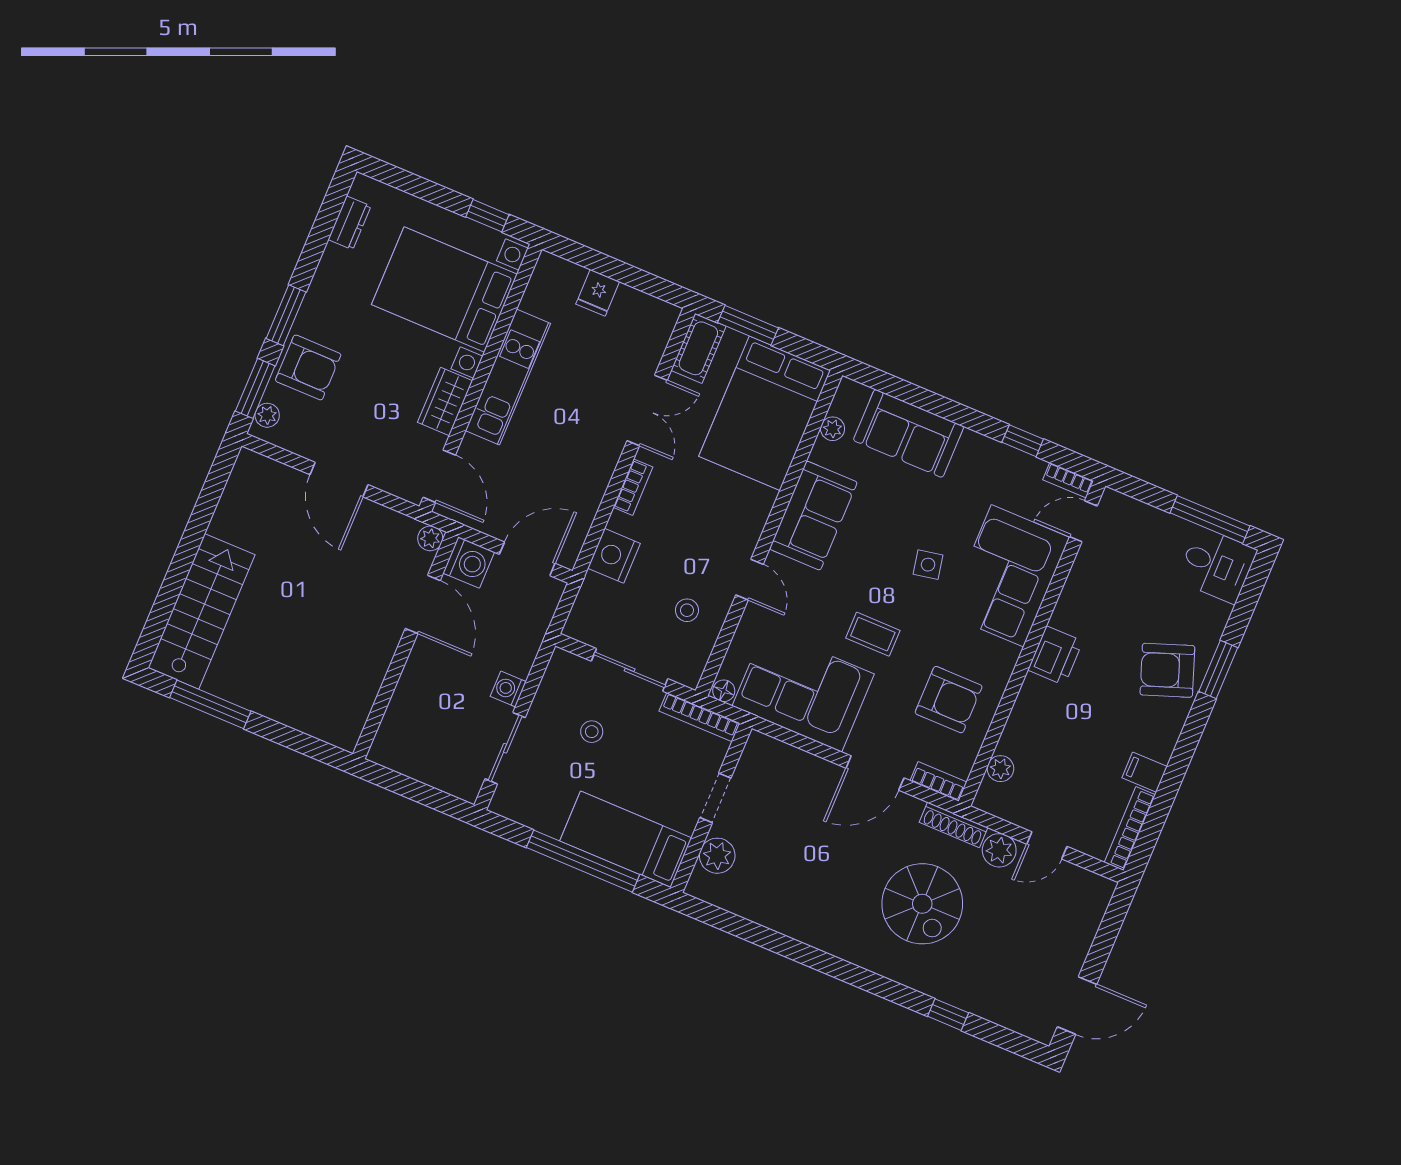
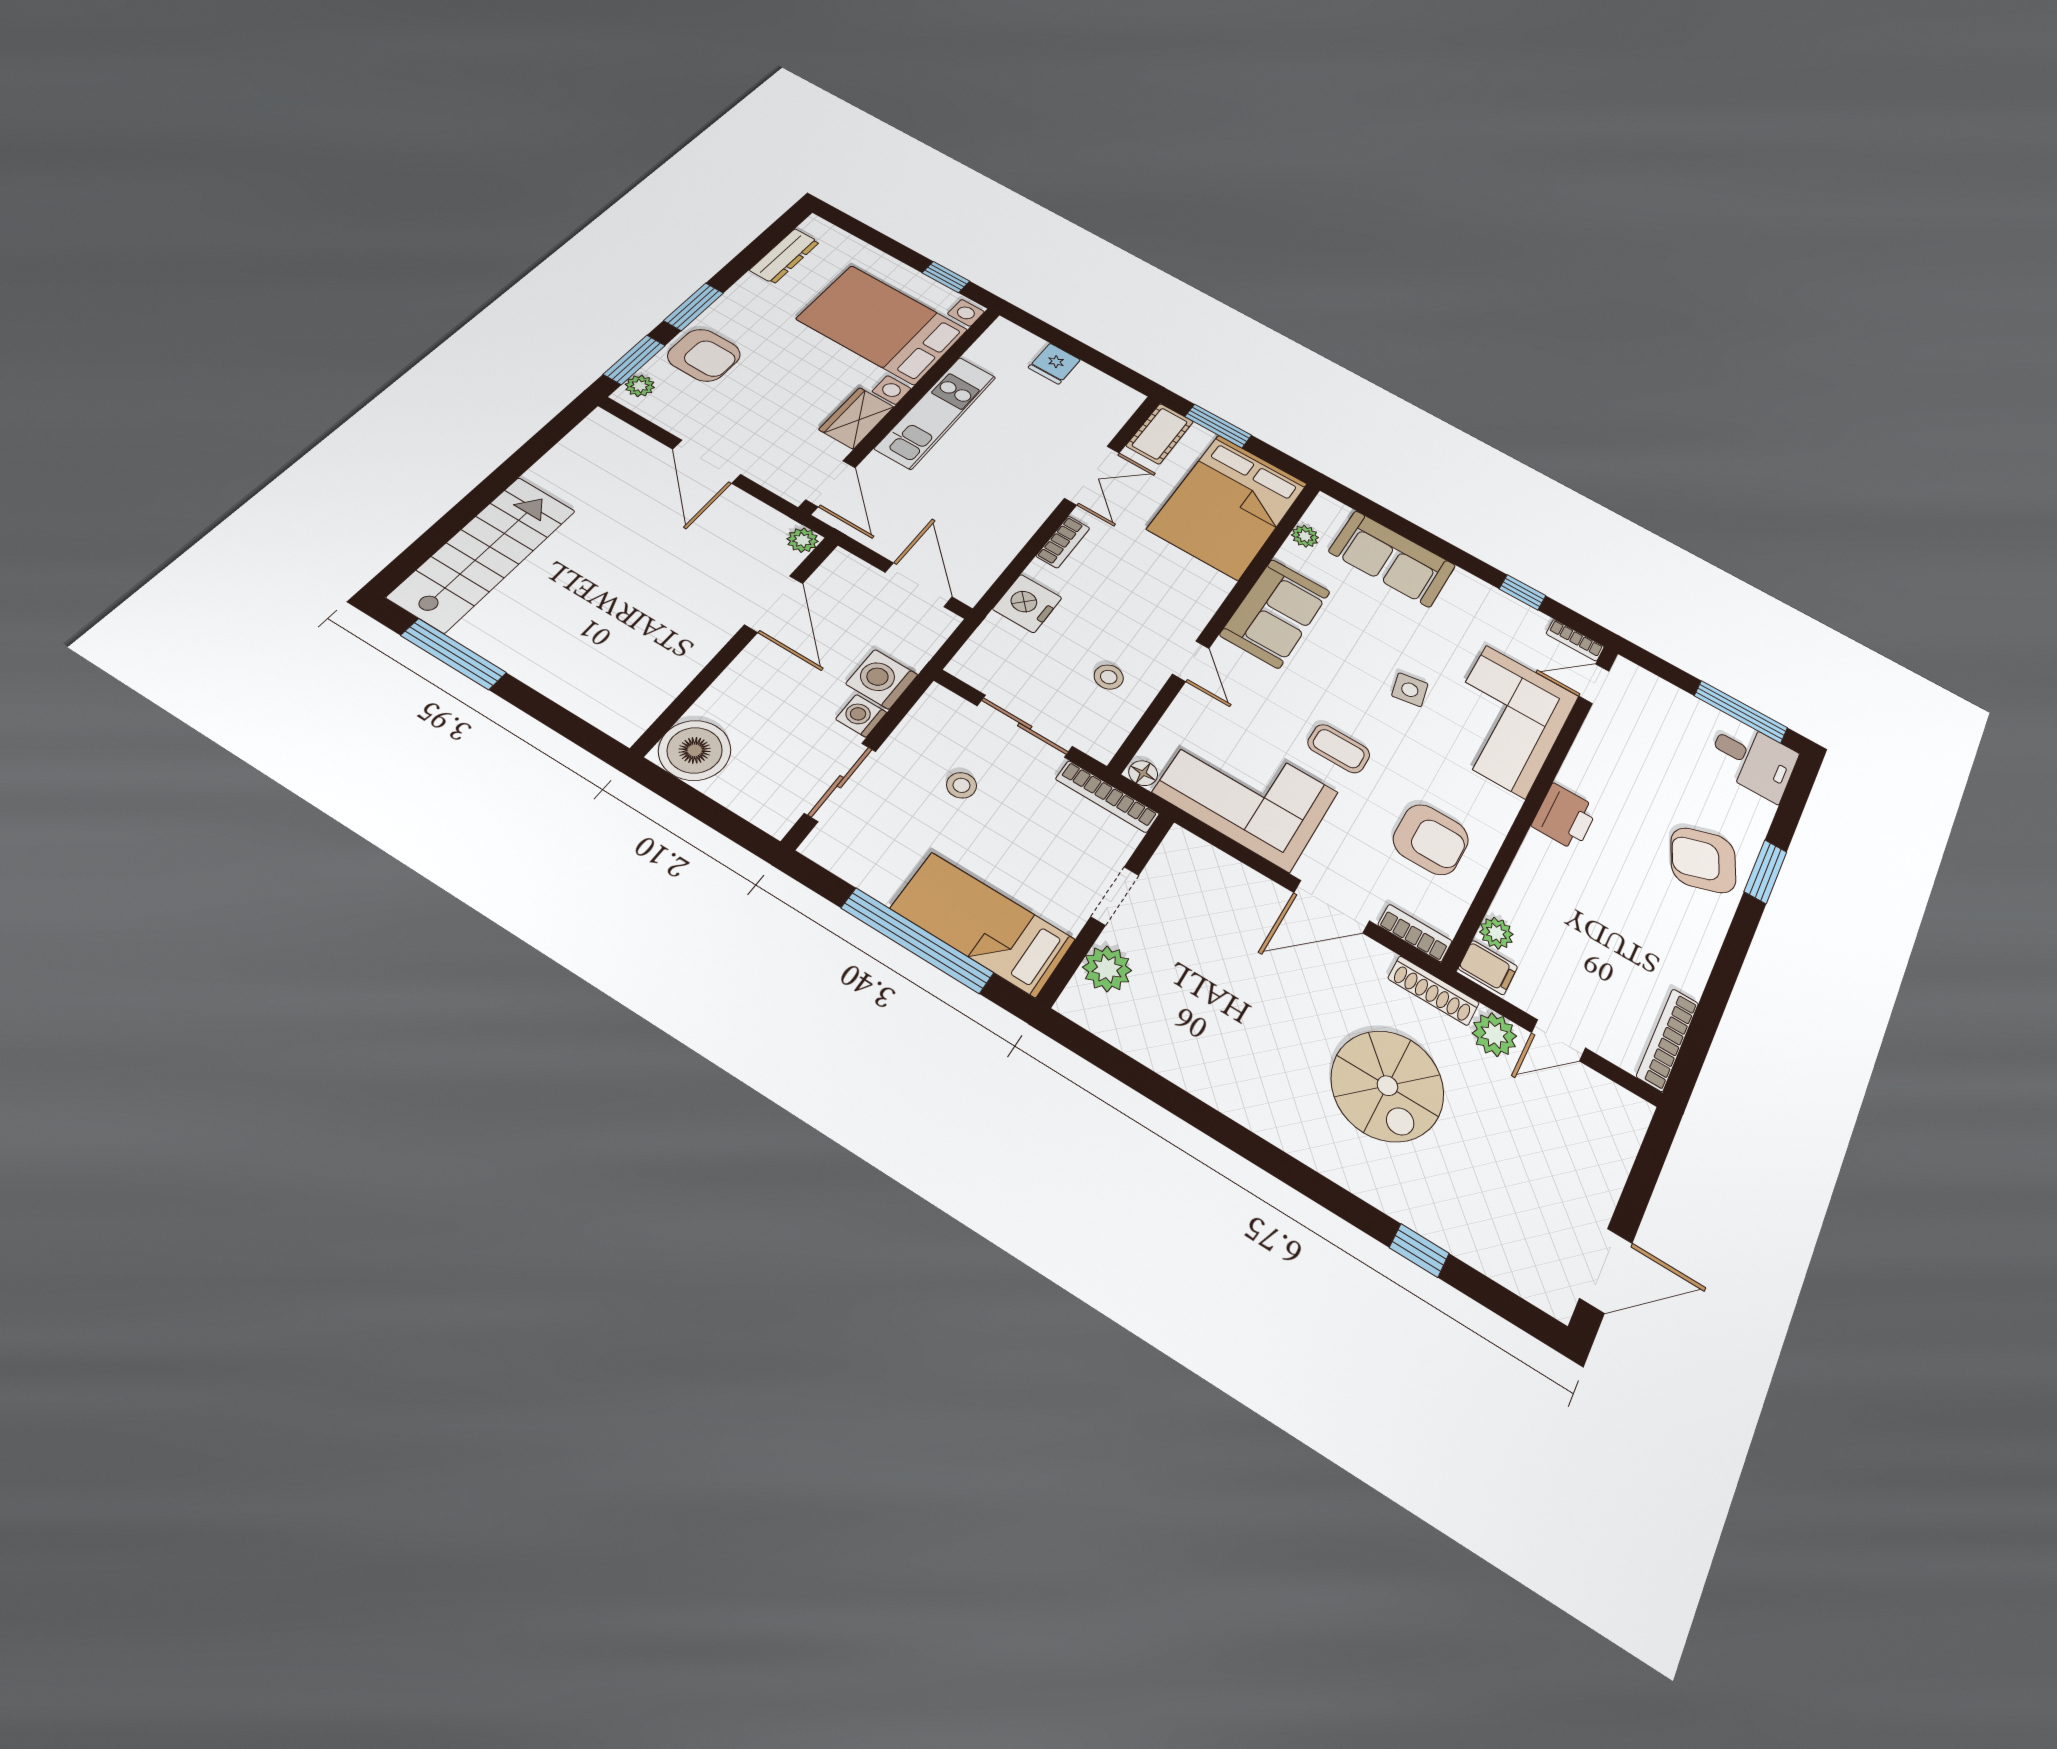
dresser: (350, 223) -> (785, 256), width x1.44
door: (527, 559) -> (919, 585), hinge flipped
washing machine: (469, 563) -> (882, 679), moved, turned 180
boiler: (398, 745) -> (695, 750), added
filing cabinet: (1145, 772) -> (1488, 968), moved, turned 180

